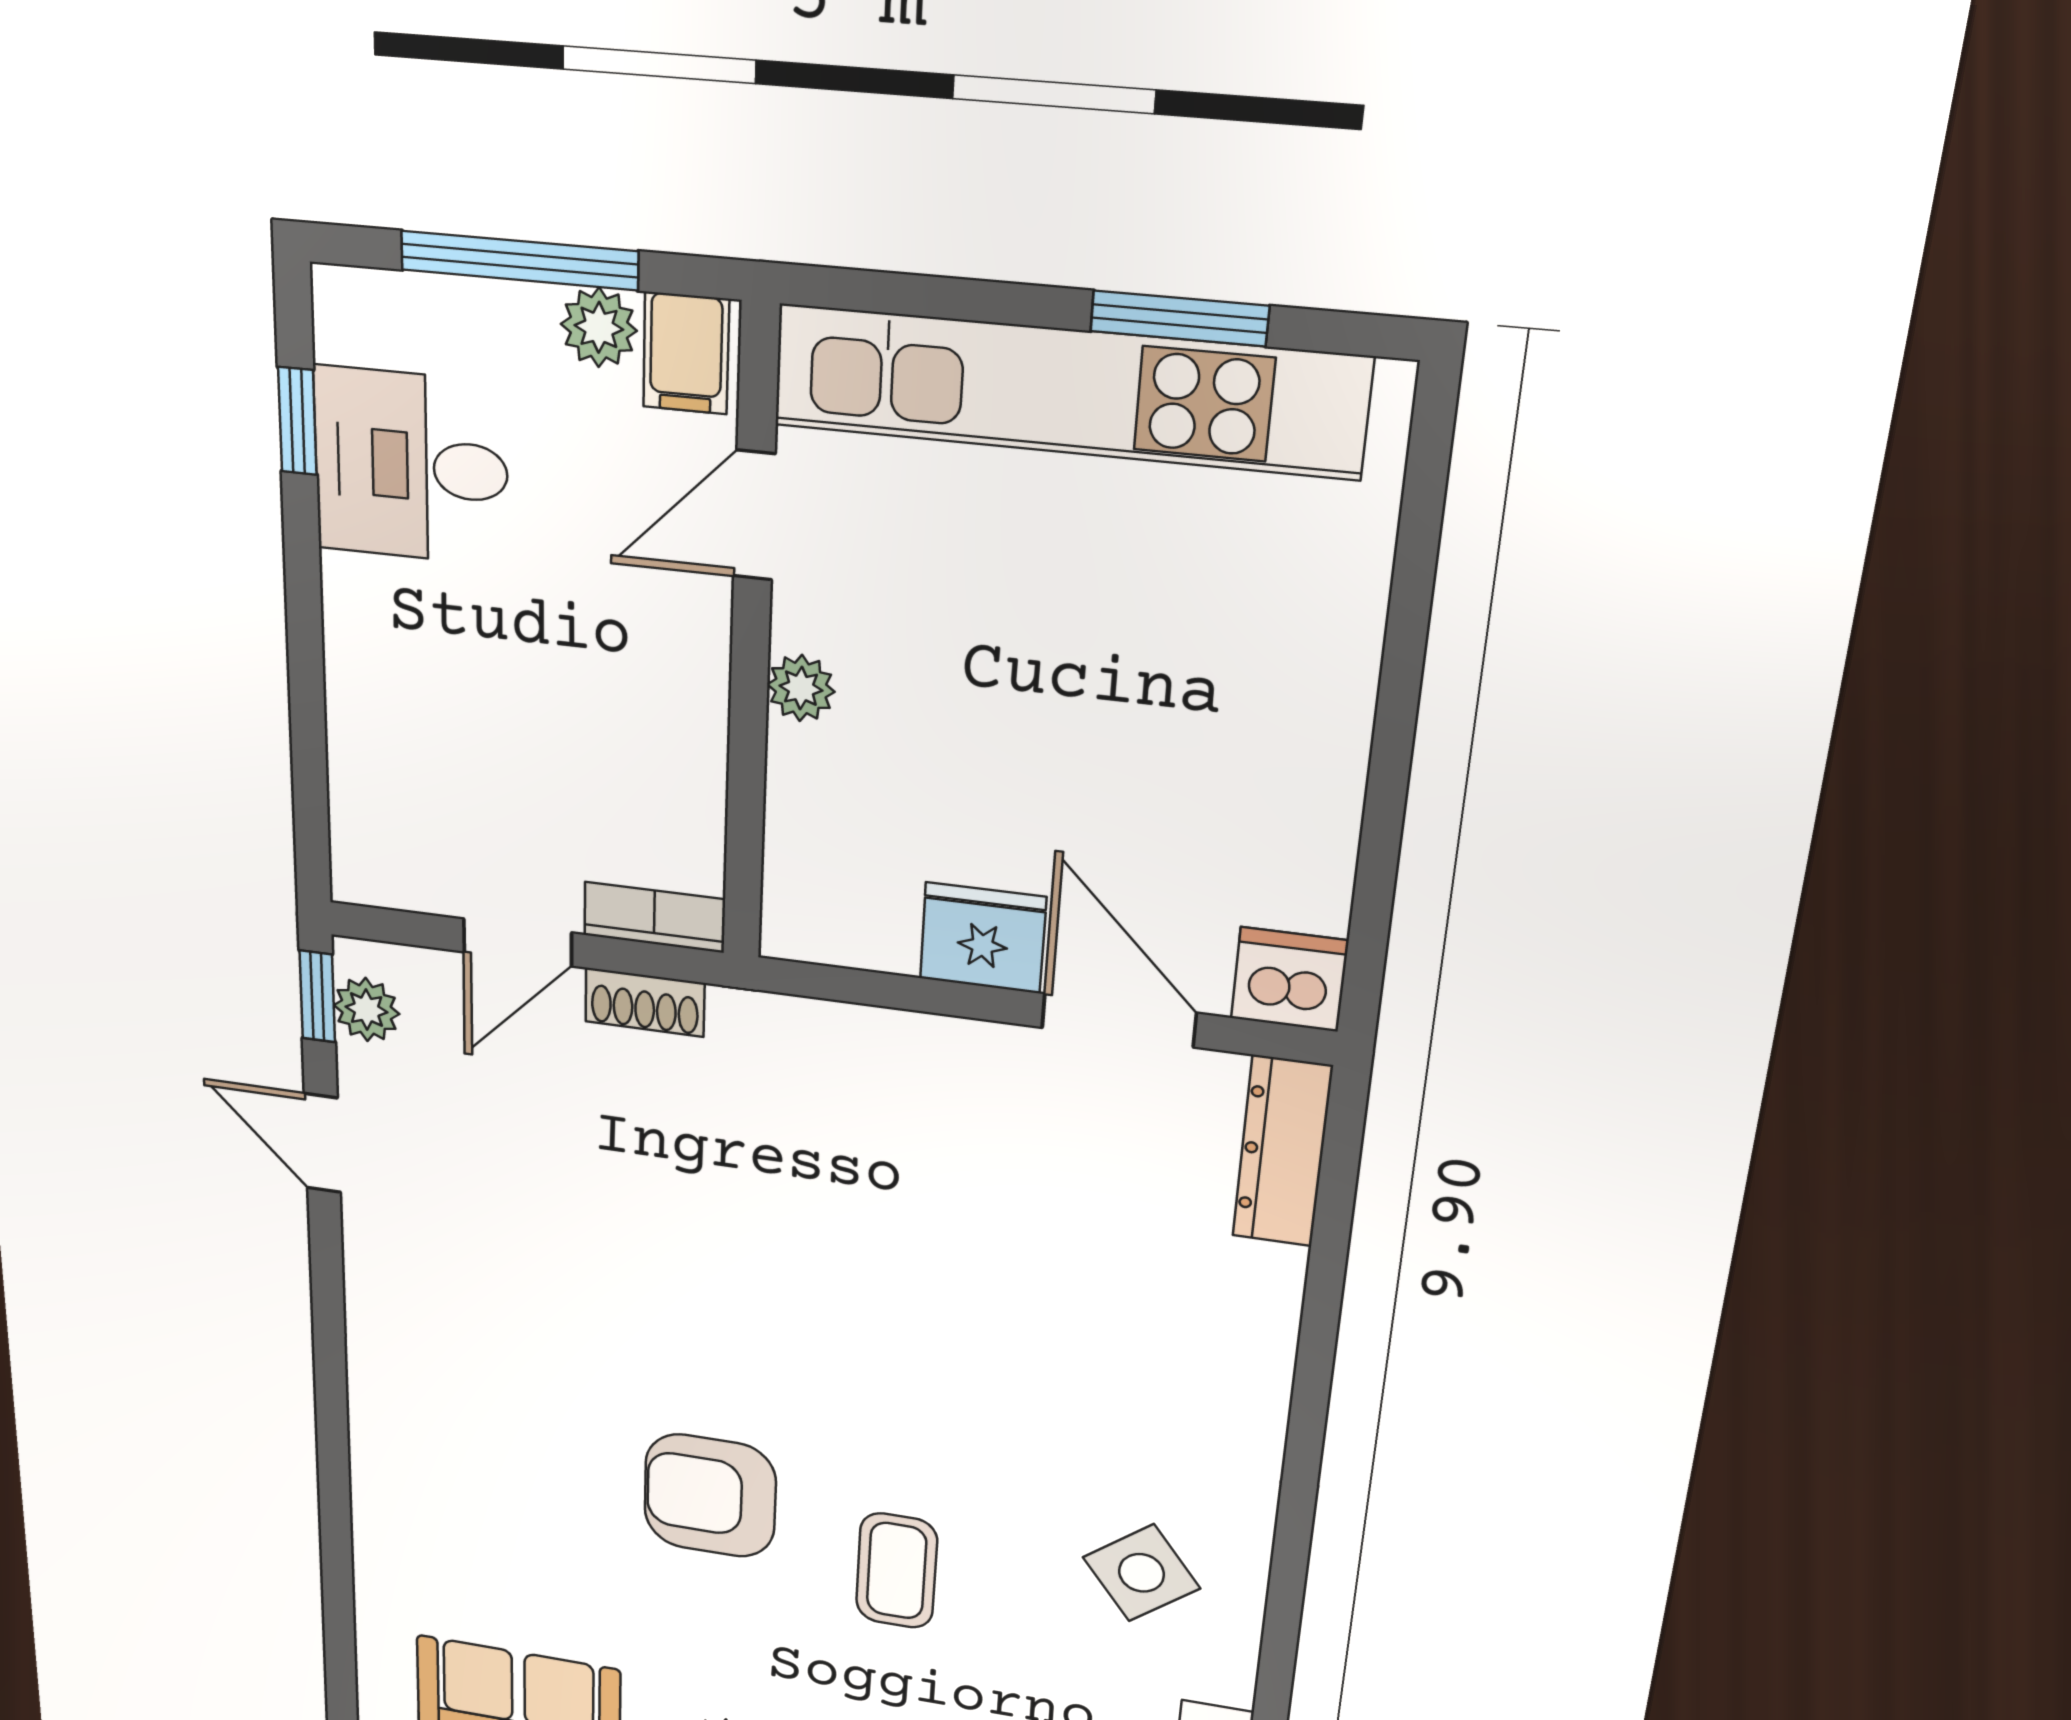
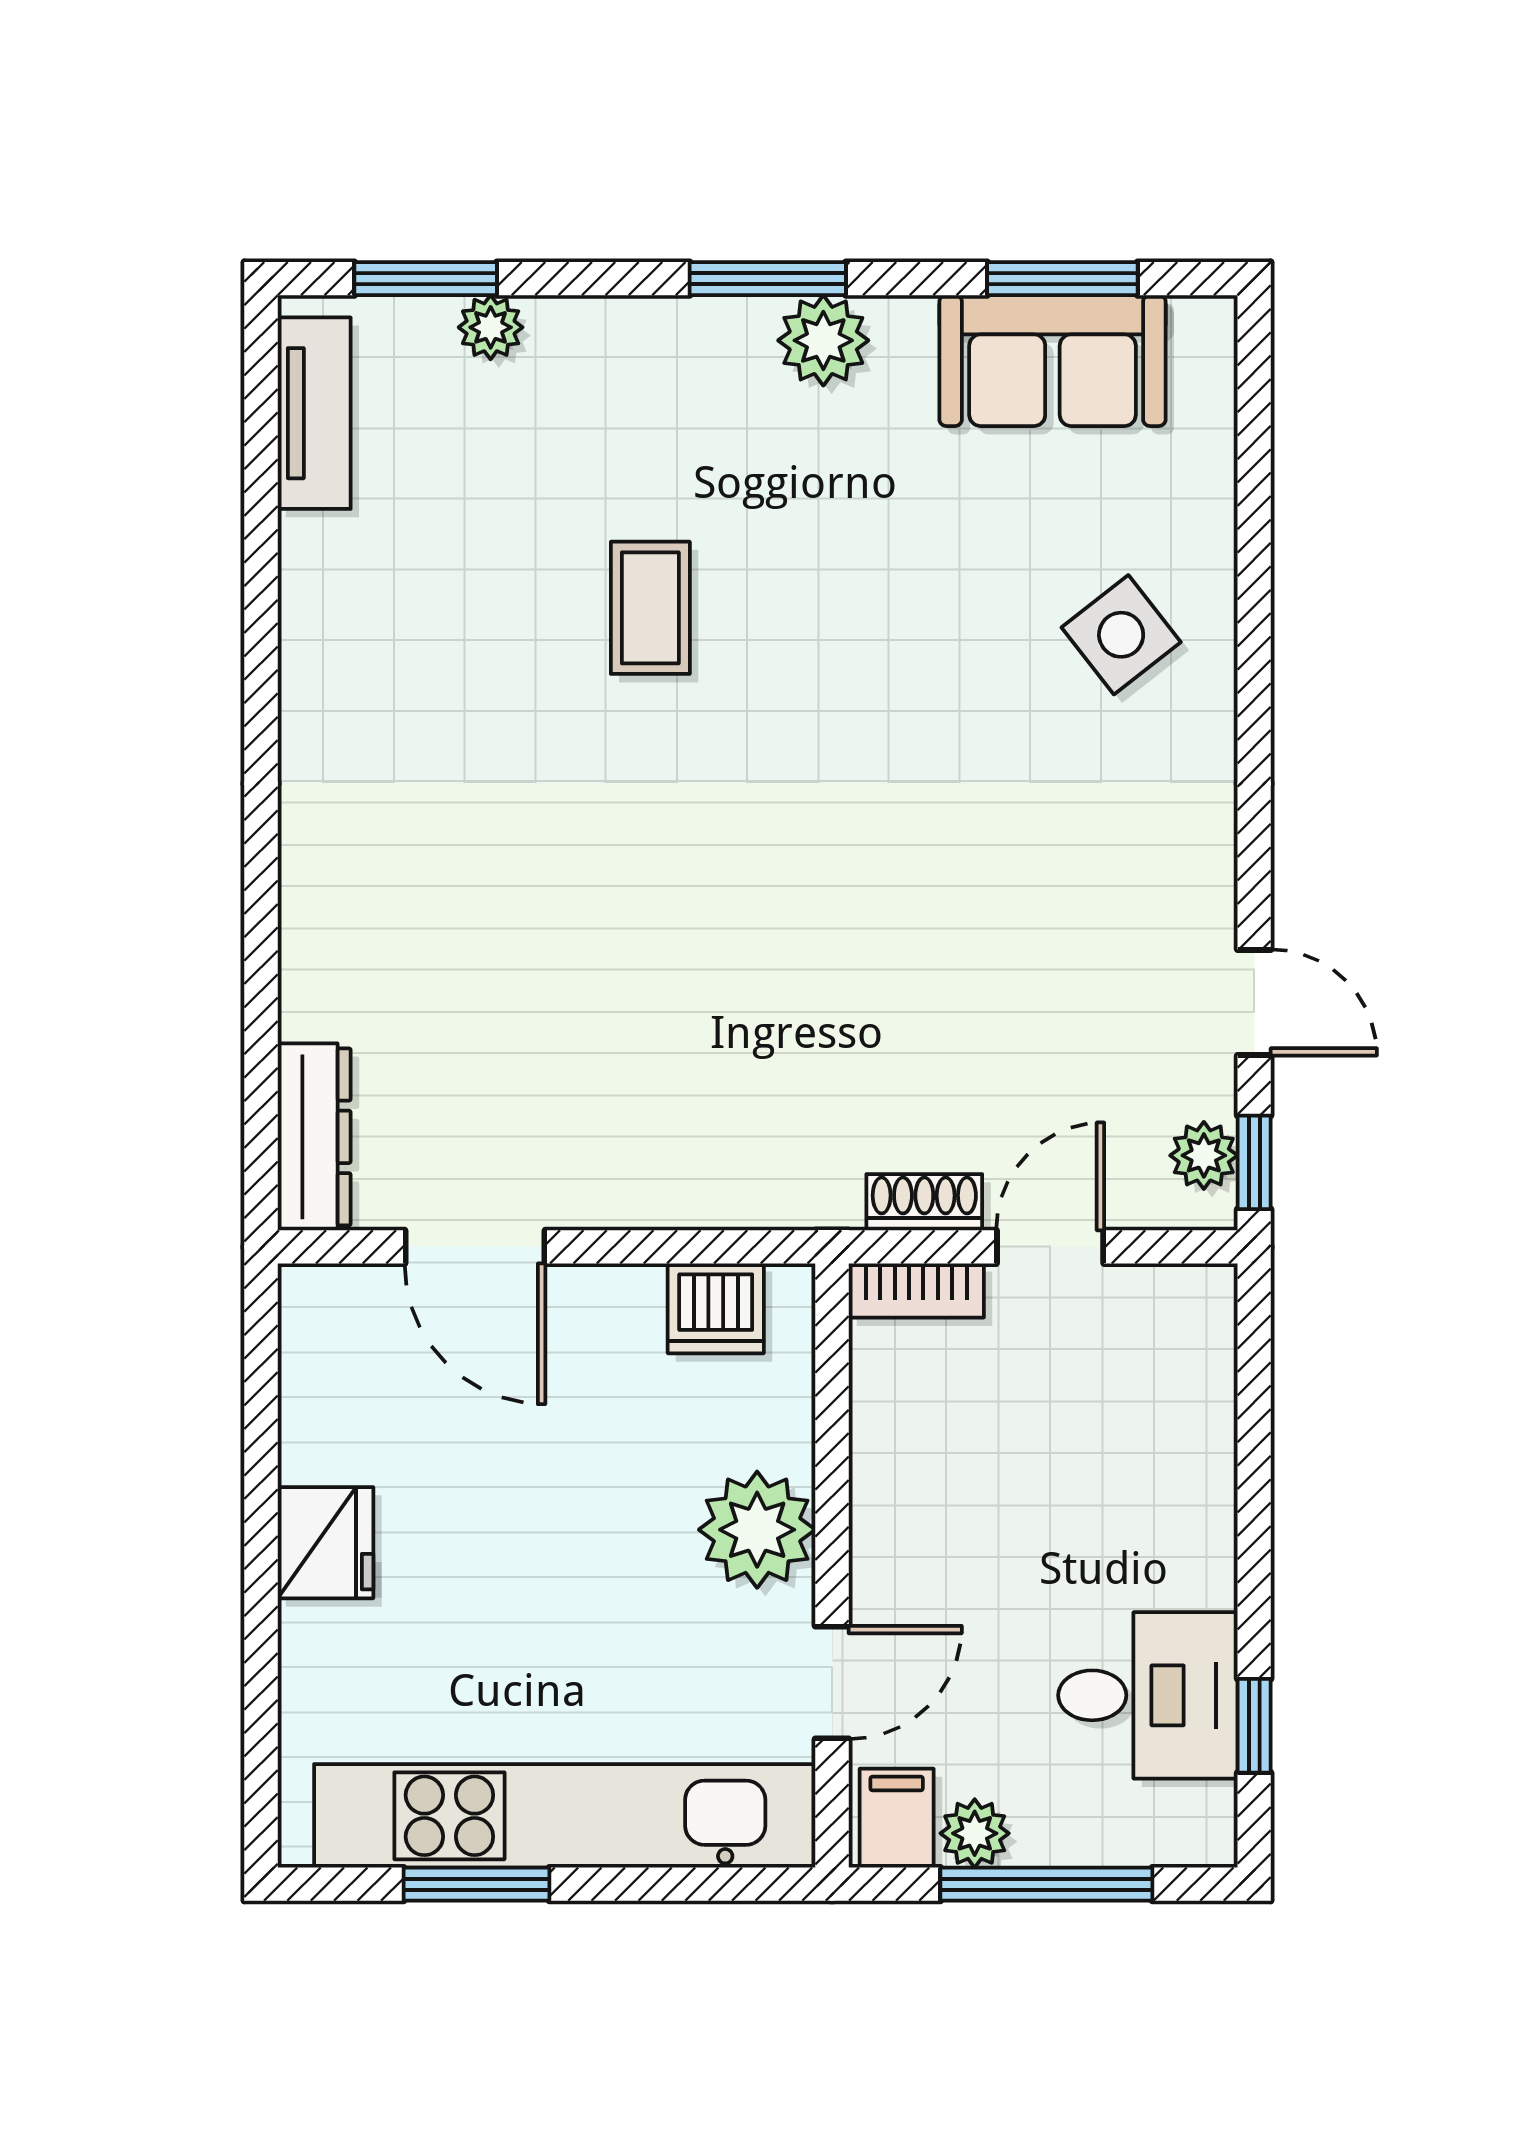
plant: (801, 688) -> (757, 1530), width x1.88, depth x1.88
fridge: (983, 938) -> (325, 1543), moved, turned -90
dishwasher: (1289, 979) -> (716, 1308), moved
armchair: (710, 1496) -> (847, 662), removed
side table: (1142, 1573) -> (1121, 635), moved

